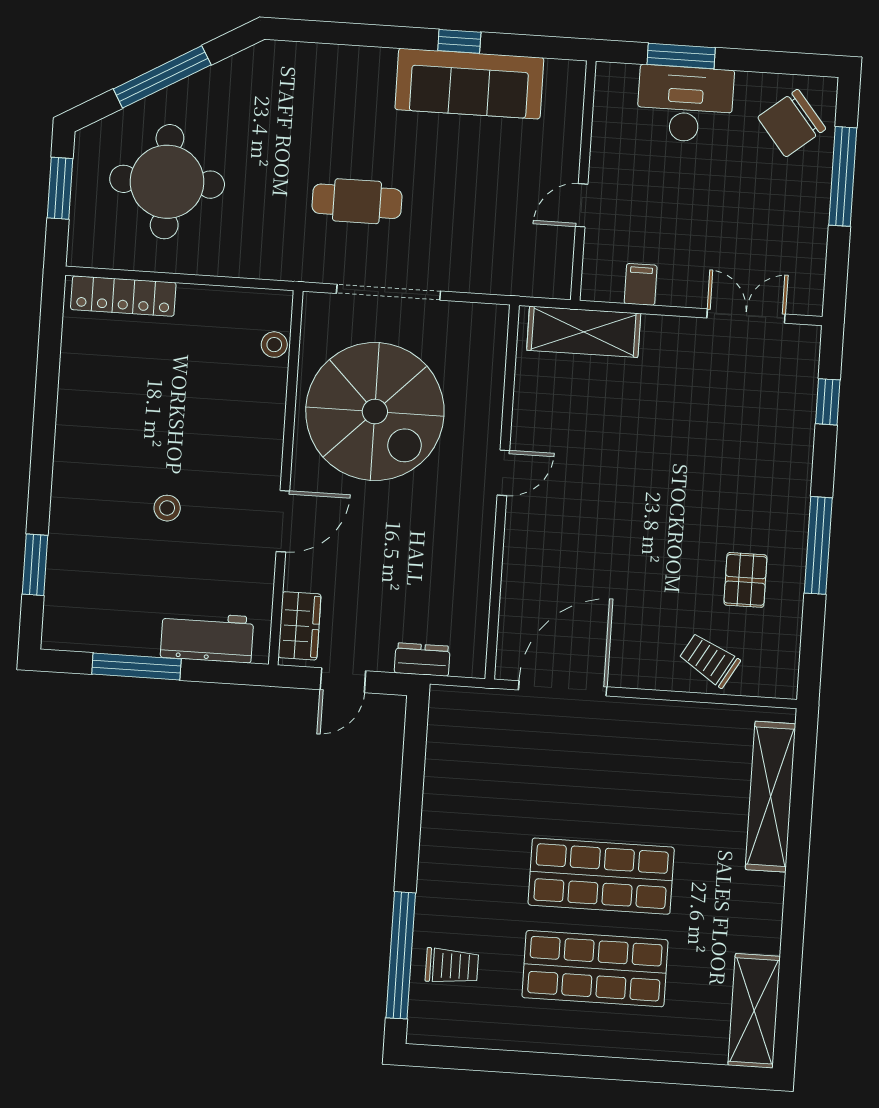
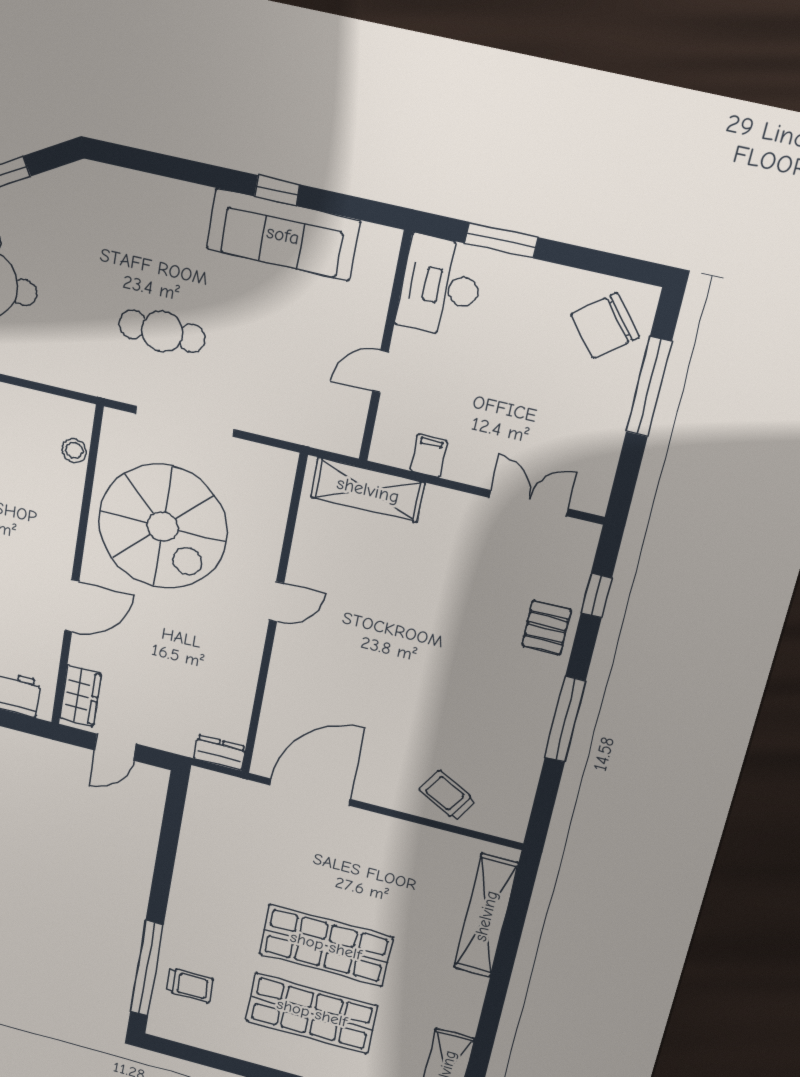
desk: (685, 104) -> (440, 287), moved, turned -90
pallet: (745, 580) -> (546, 628), moved
dresser: (422, 660) -> (220, 753), moved

